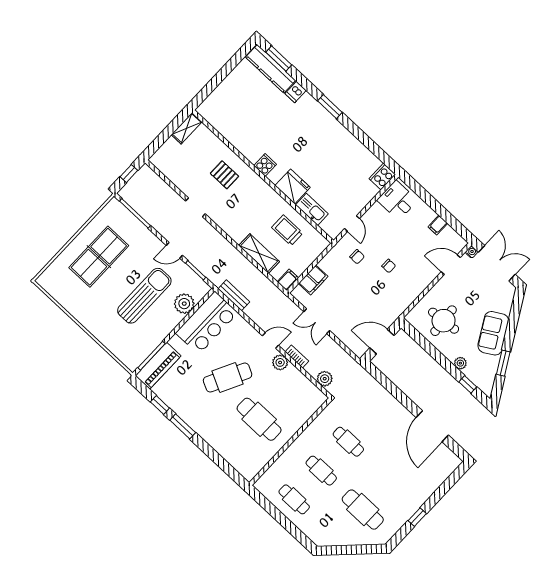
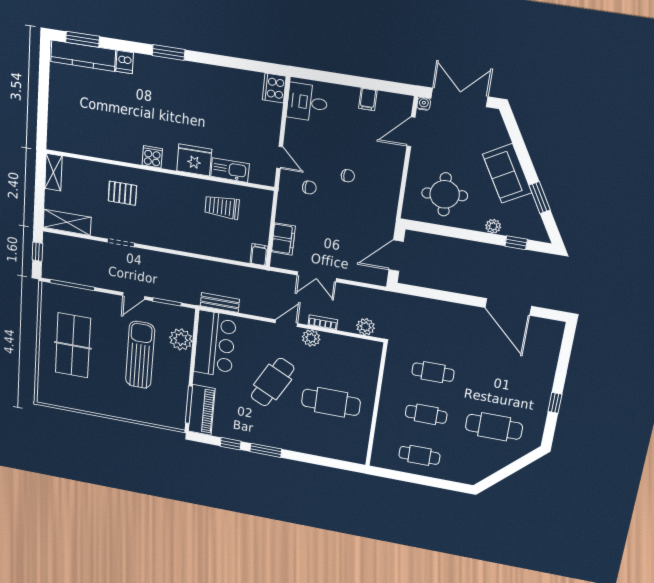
shelving: (259, 254) -> (67, 222), moved

